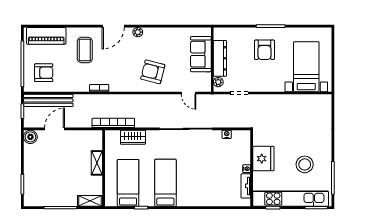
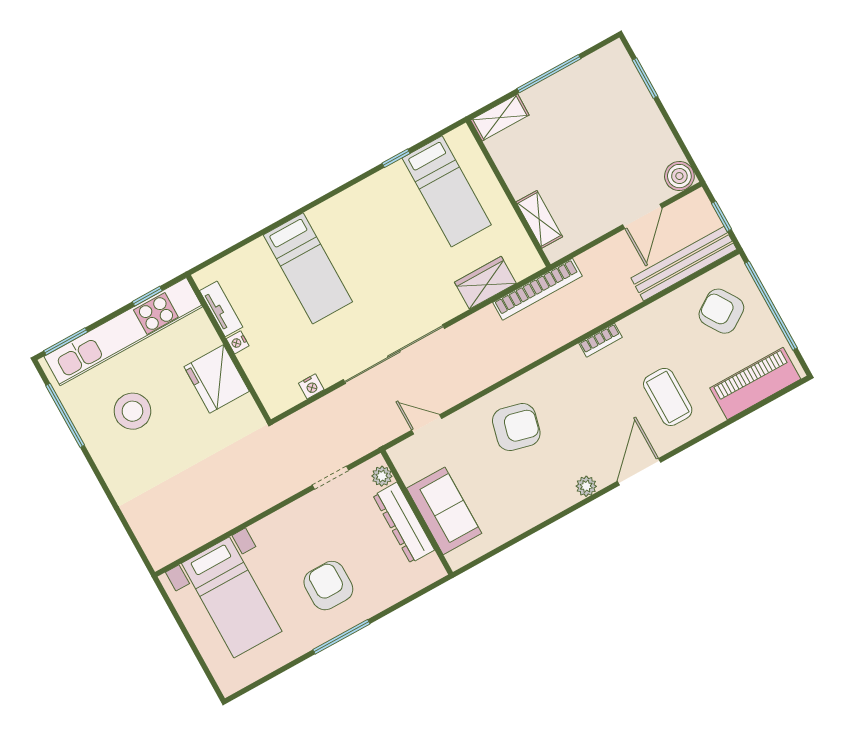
armchair: (44, 73) -> (721, 311), turned 57
shelving: (97, 163) -> (539, 219), moved
bed: (165, 183) -> (308, 268), moved

